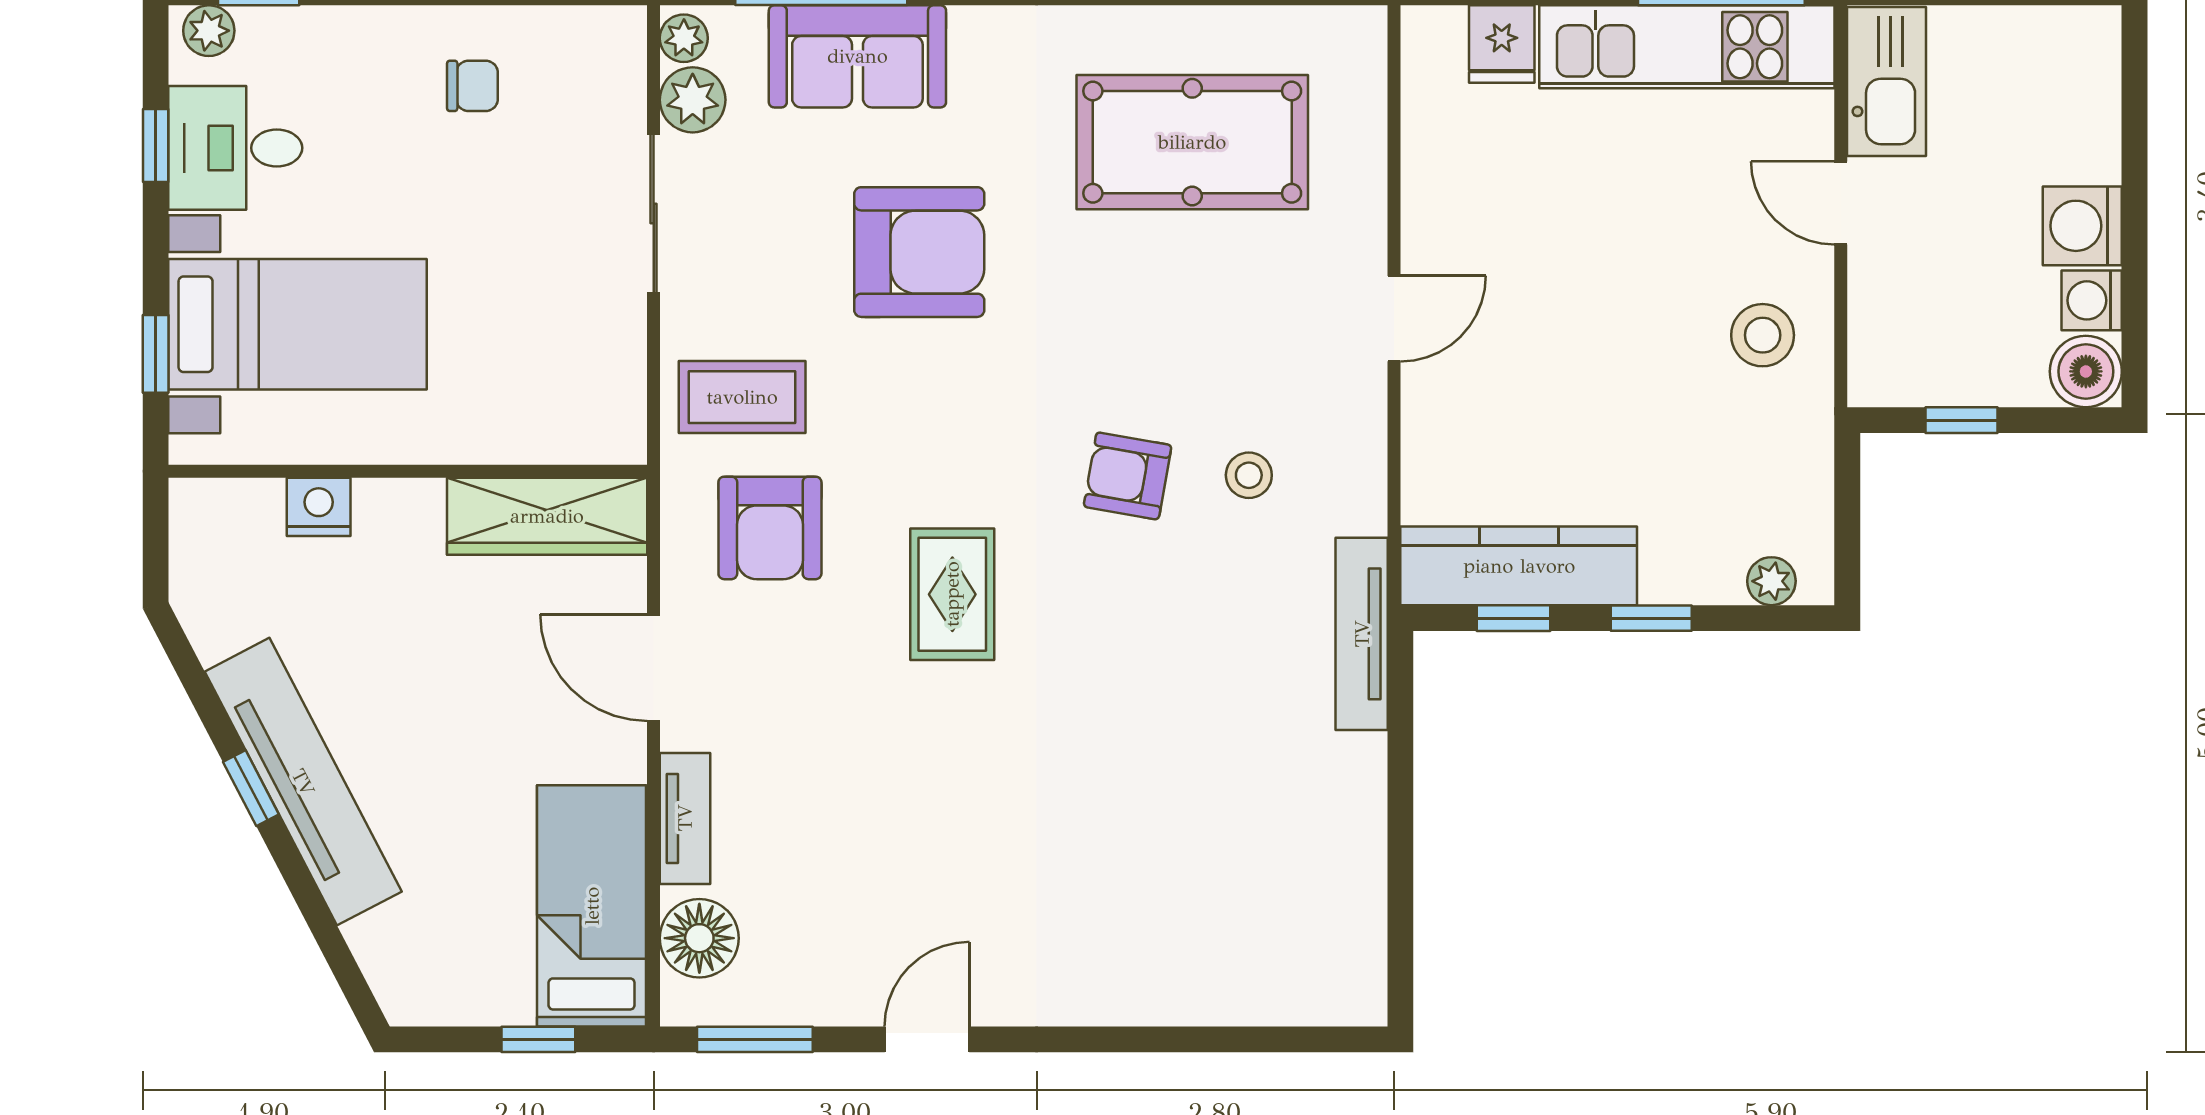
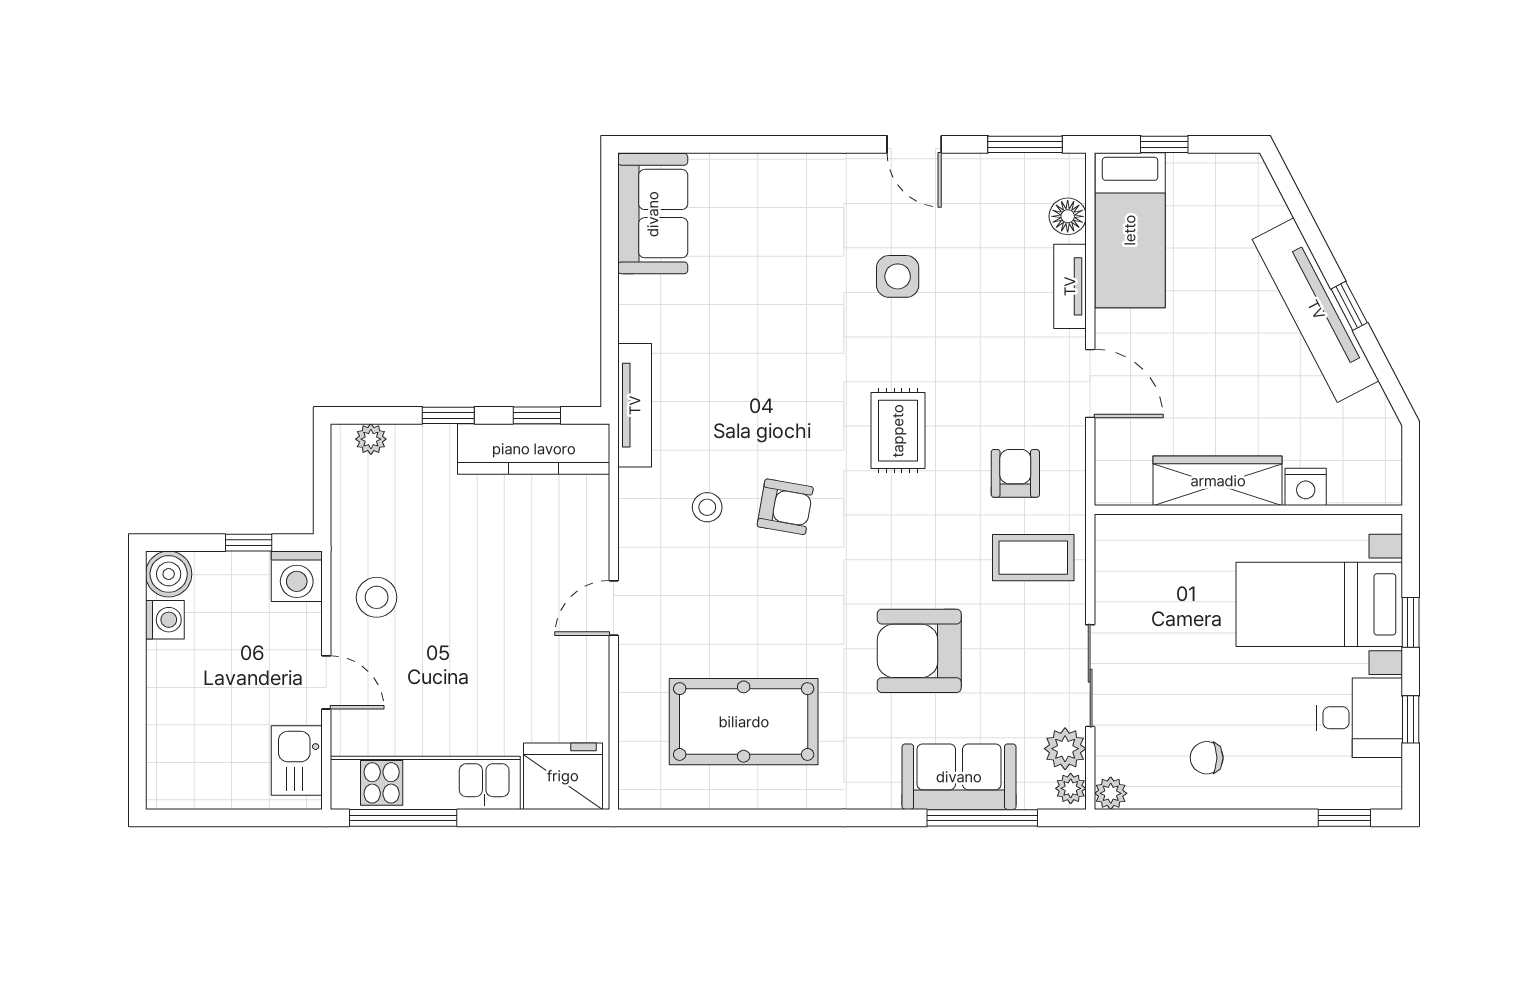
plant: (209, 31) -> (1111, 793), moved
fridge: (1502, 44) -> (563, 776), width x1.88, depth x1.34
kitchen sink: (1887, 82) -> (297, 761), width x0.73
washing machine: (2082, 226) -> (297, 576), moved, turned 90
window: (156, 354) -> (1411, 622), moved
wardrobe: (547, 516) -> (1218, 481), moved
armchair: (770, 528) -> (1015, 473), width x0.72, depth x0.72
side table: (953, 834) -> (898, 276), added
sofa: (1333, 932) -> (653, 214), added
floor lamp: (699, 938) -> (1068, 216), width x0.73, depth x0.73
door: (927, 1039) -> (914, 144), hinge flipped

